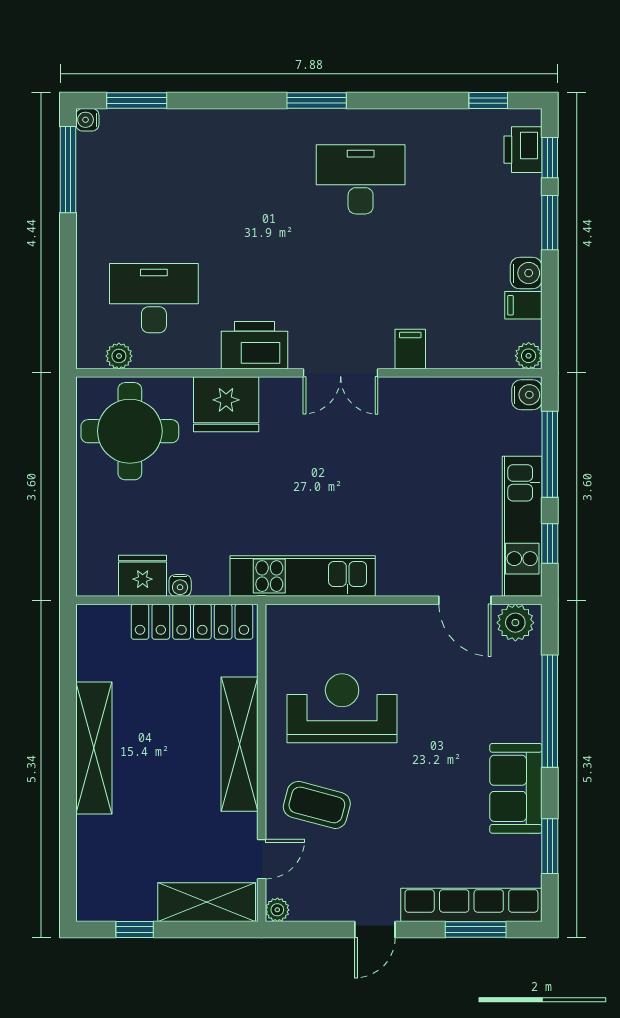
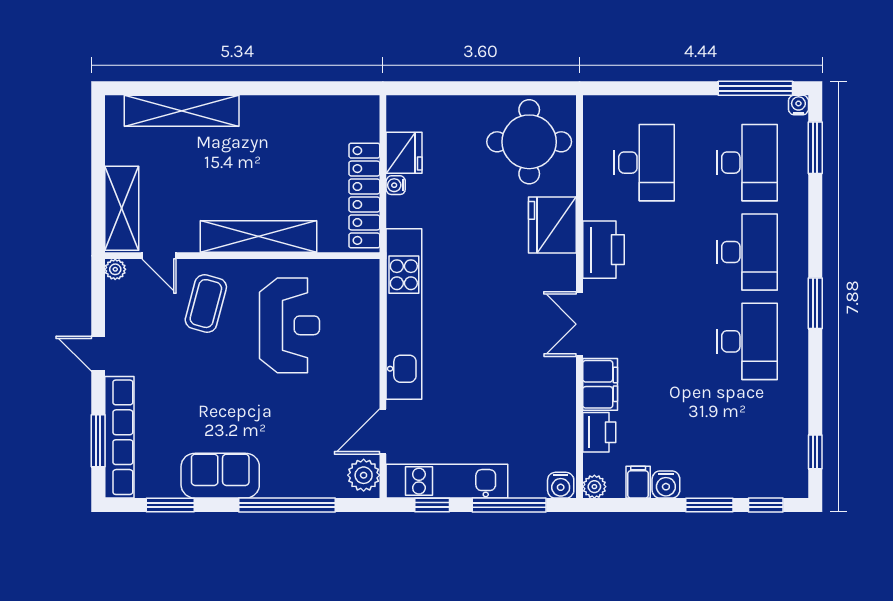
printer: (523, 150) -> (599, 432), moved, turned 90
desk: (154, 179) -> (747, 163), added
desk: (257, 179) -> (747, 252), added
filing cabinet: (410, 349) -> (600, 384), width x2.00
plant: (119, 356) -> (594, 132), removed
kitchen unit: (303, 576) -> (404, 314), width x1.36
shelving: (94, 748) -> (182, 111), moved
window: (135, 930) -> (98, 146), removed

